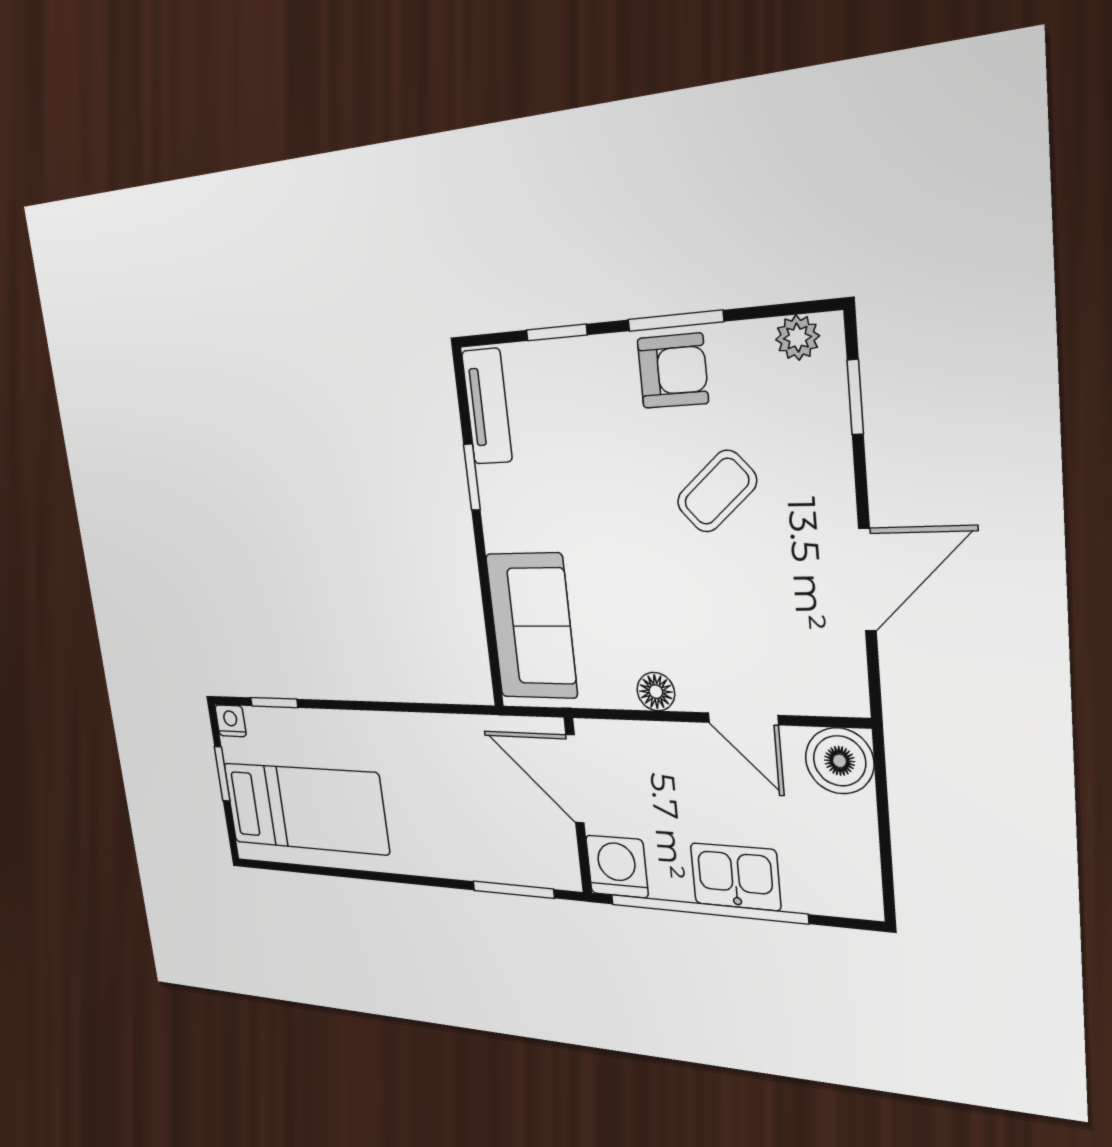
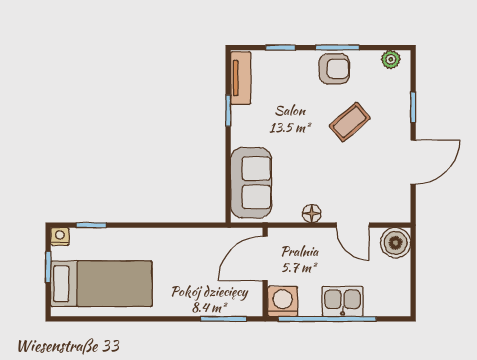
window: (855, 397) -> (413, 107), moved
door: (575, 779) -> (265, 258), hinge flipped

